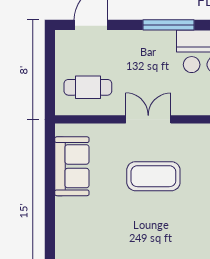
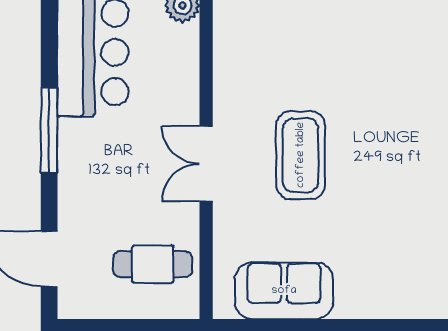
cafe table: (88, 87) -> (153, 264), turned 90

